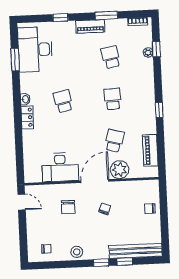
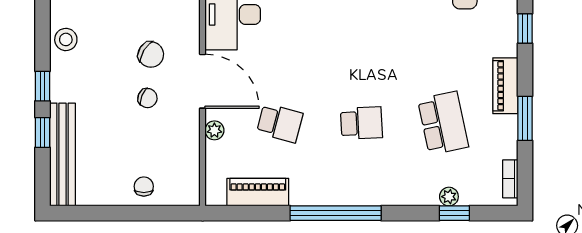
school desk: (111, 57) -> (443, 123), width x1.85
school desk: (63, 101) -> (361, 26), removed
window: (159, 110) -> (336, 213), width x3.17
plant: (120, 170) -> (214, 130), width x0.53, depth x0.53
chair: (68, 207) -> (151, 55), moved, turned -148

